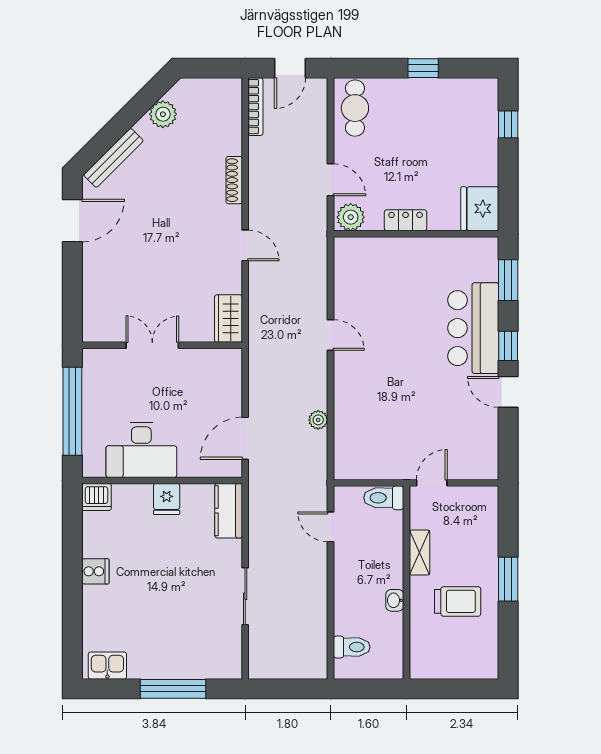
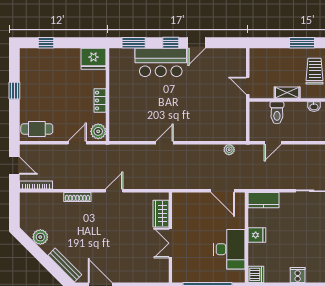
wardrobe: (228, 319) -> (161, 214), moved, turned 90
plant: (318, 420) -> (229, 150), moved
toilet: (384, 498) -> (277, 113), moved

